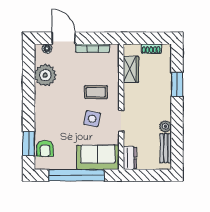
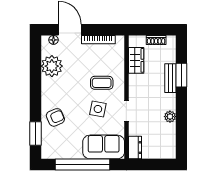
armchair: (45, 148) -> (55, 117), moved, turned -113
bench: (166, 148) -> (170, 78), moved

